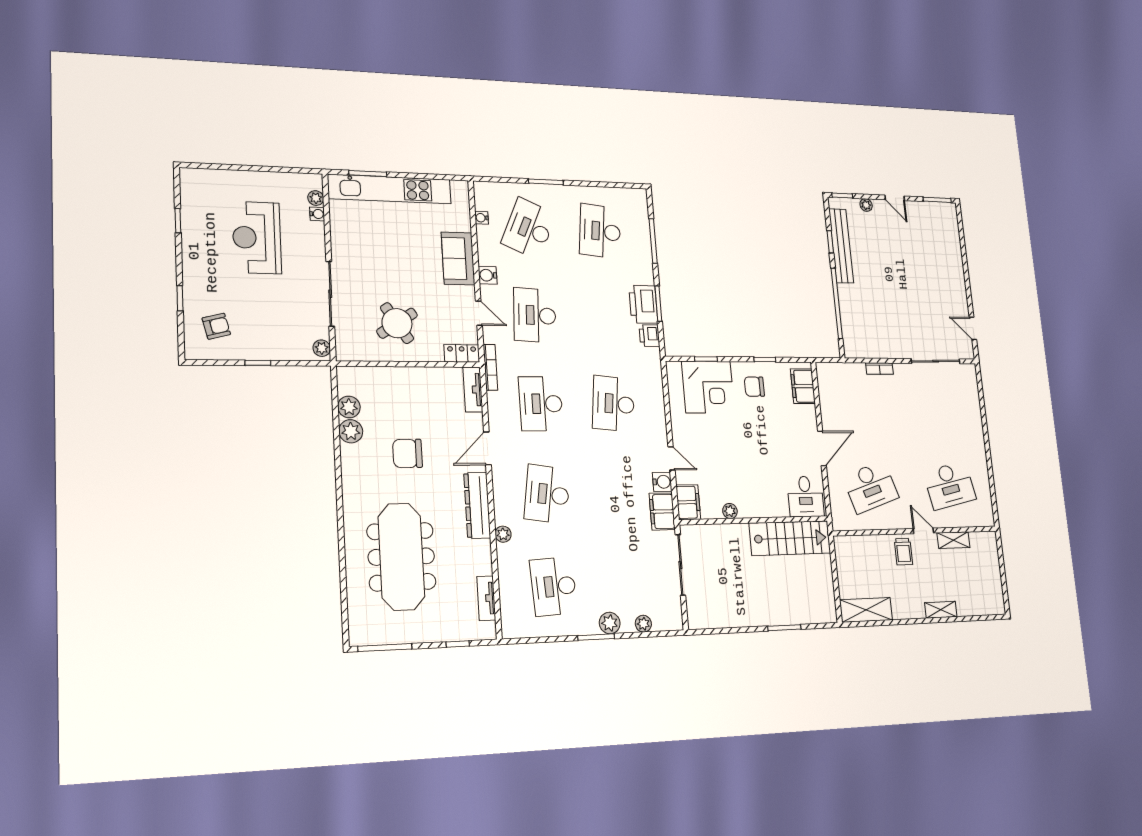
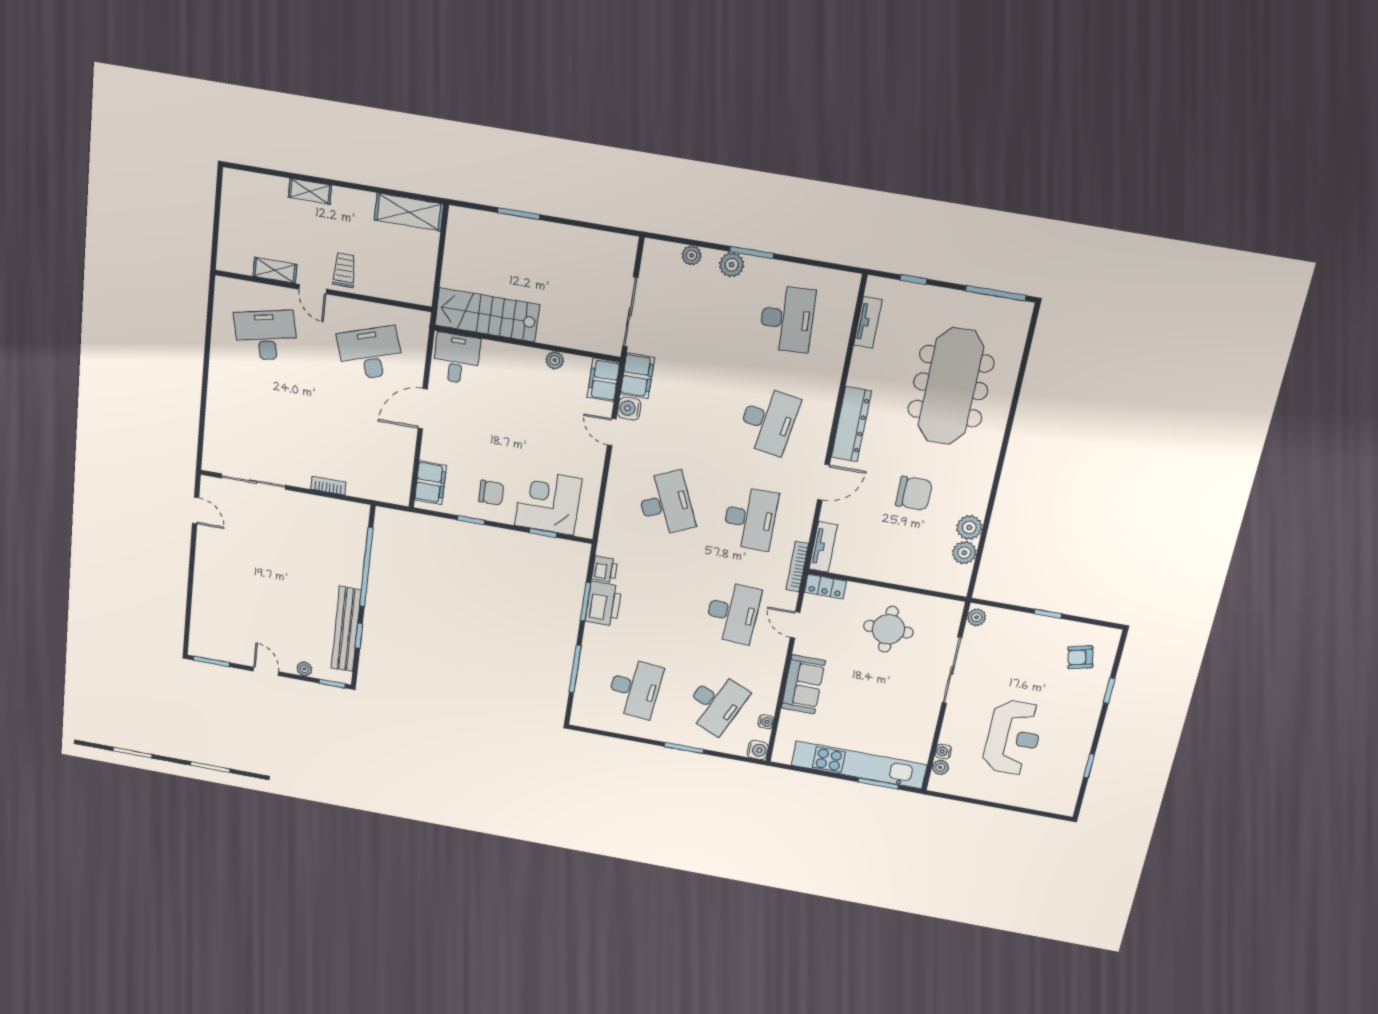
water cooler: (488, 275) -> (758, 750), moved
round table: (397, 323) -> (888, 629), turned 33
desk: (613, 404) -> (666, 504), turned -30
plant: (503, 534) -> (830, 388), removed

